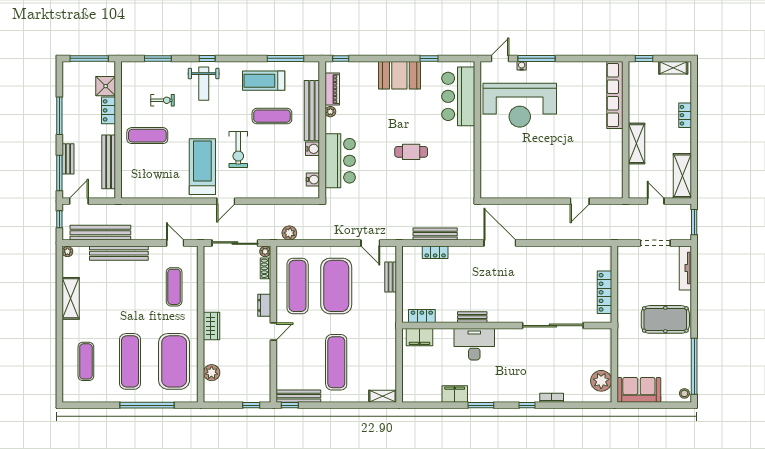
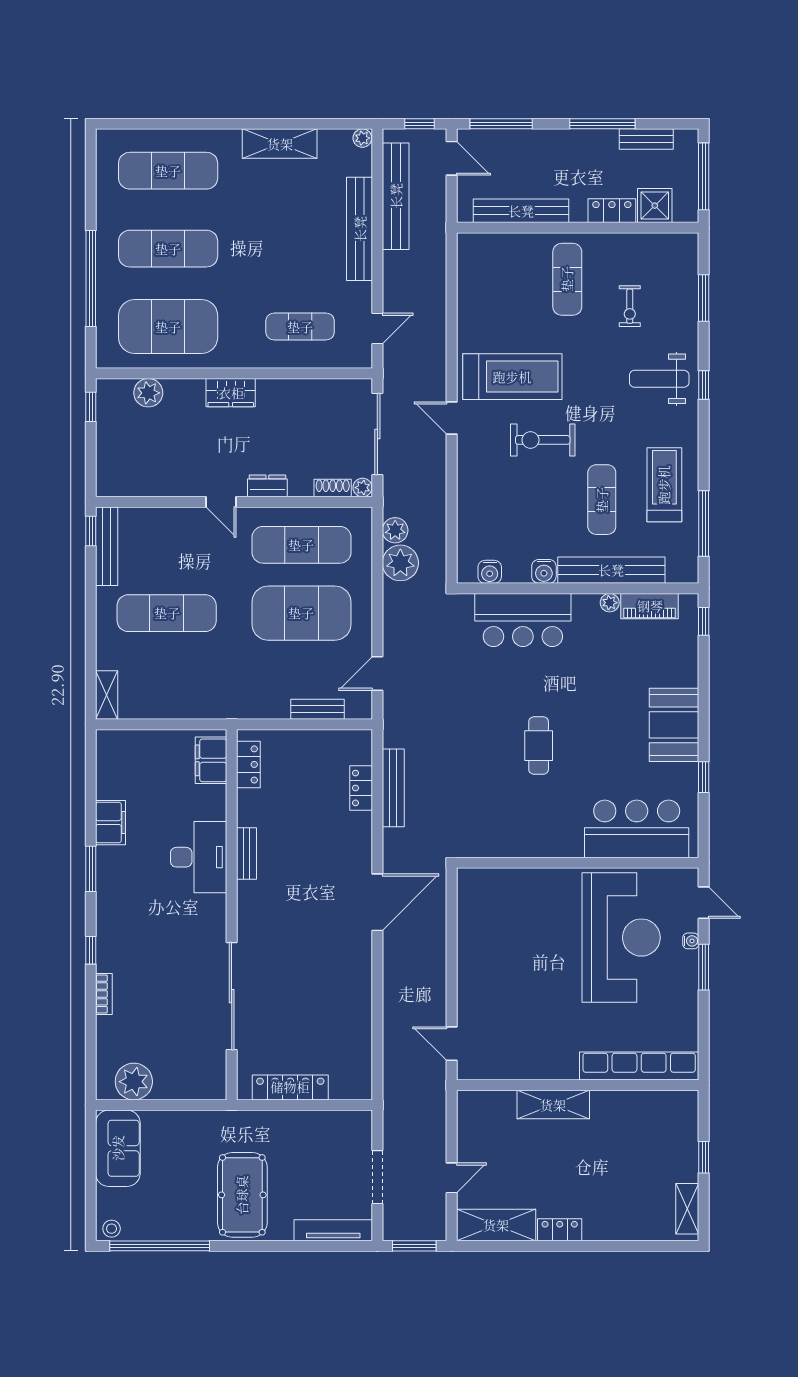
window: (536, 58) -> (704, 967), width x0.69
row of seats: (615, 95) -> (639, 1066), moved
reception desk: (520, 105) -> (621, 938), turned 180
locker: (685, 115) -> (560, 1230), moved
wall: (626, 130) -> (578, 1085), moved
shelving: (637, 144) -> (553, 1105), moved
bench: (68, 159) -> (646, 139), moved
plant: (308, 230) -> (400, 563), added
exercise mat: (86, 361) -> (168, 171), width x1.36, depth x1.45
window: (251, 405) -> (91, 407), moved

